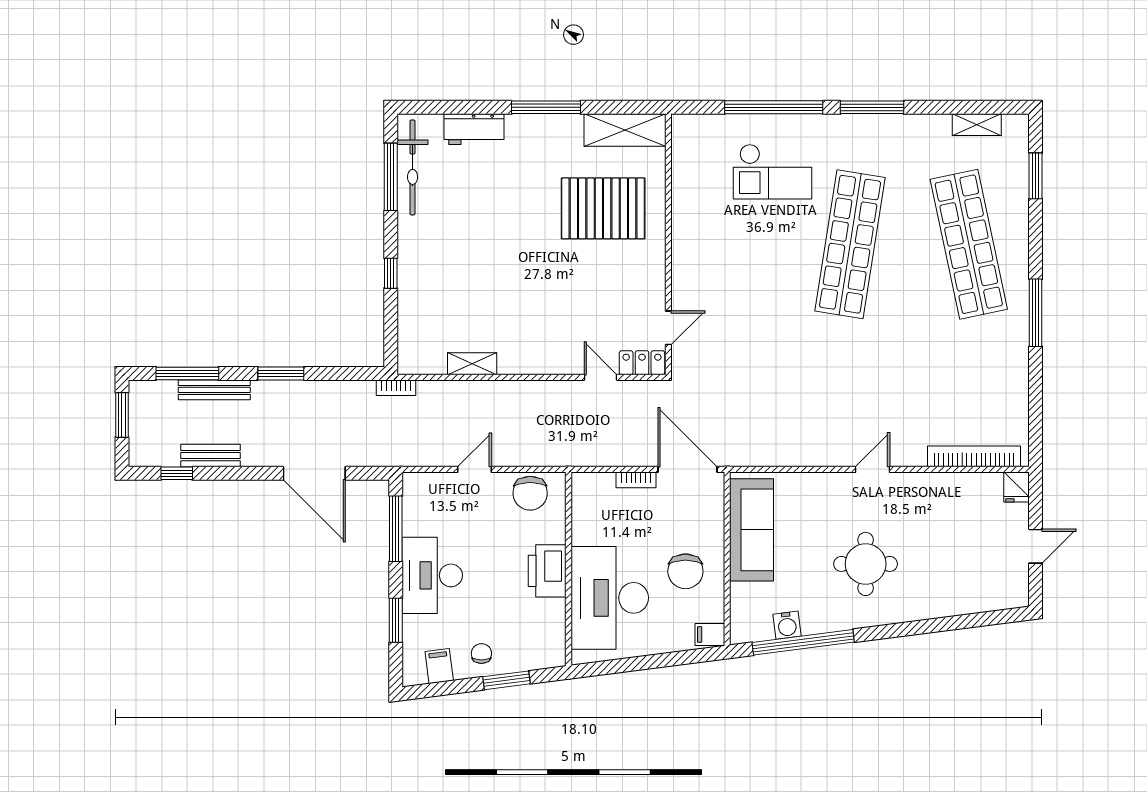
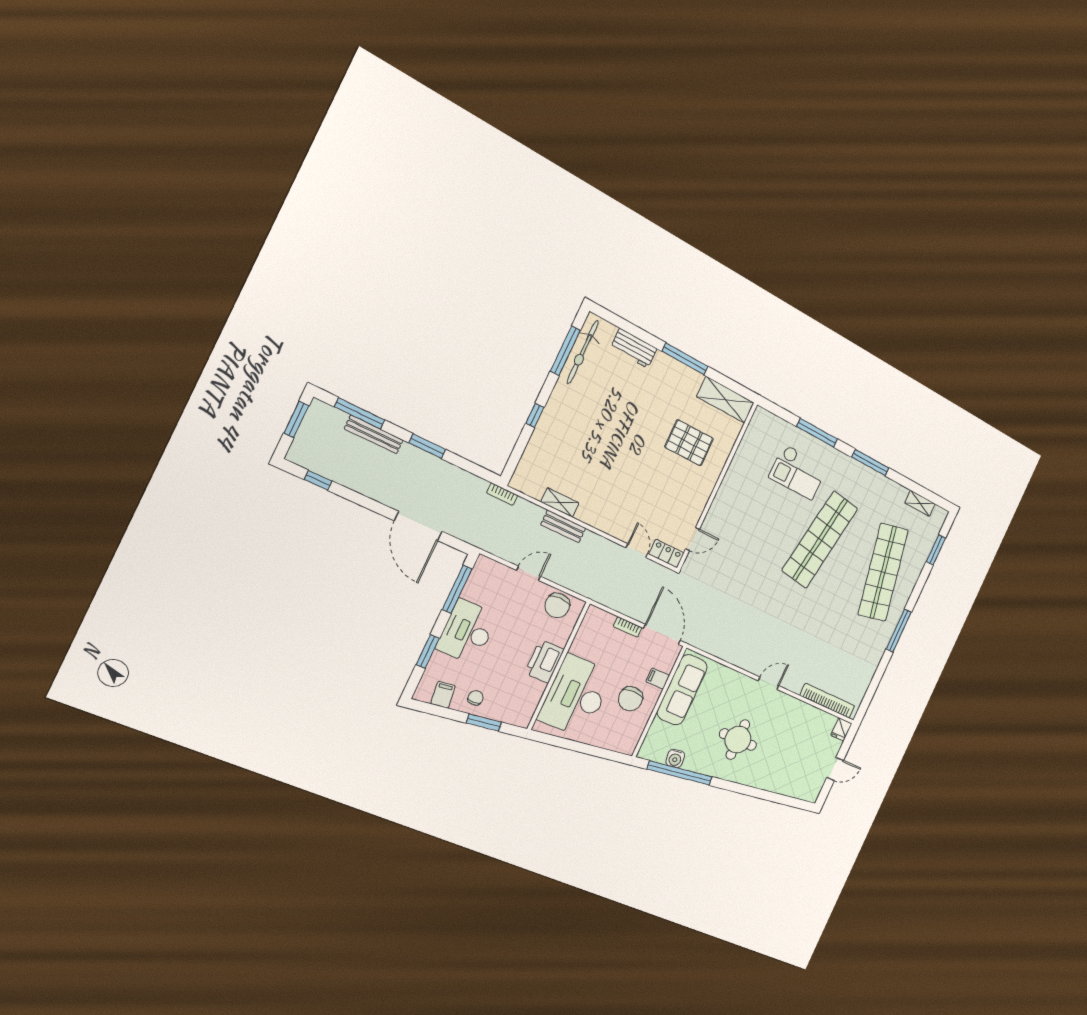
window: (774, 107) -> (817, 433), width x0.68
pallet: (603, 208) -> (689, 443), width x0.73, depth x0.71
bench: (210, 456) -> (563, 526), moved
filing cabinet: (710, 635) -> (658, 679), moved

